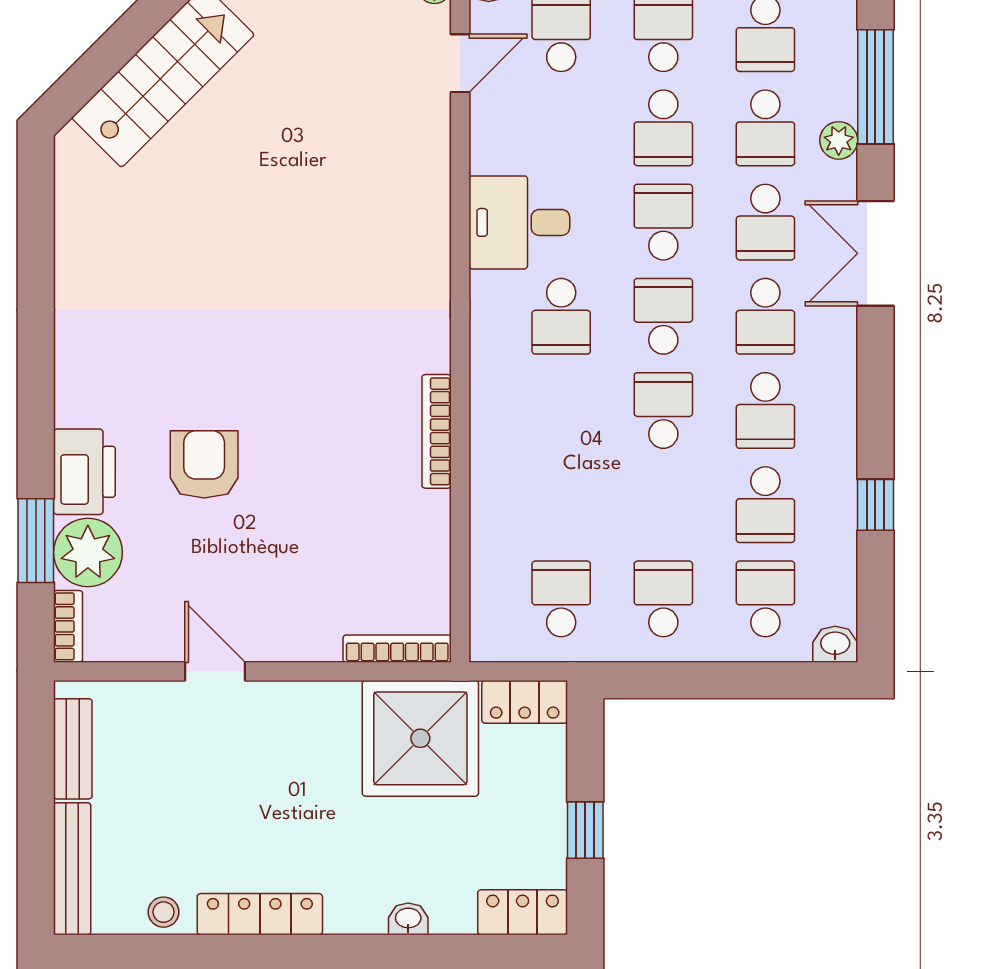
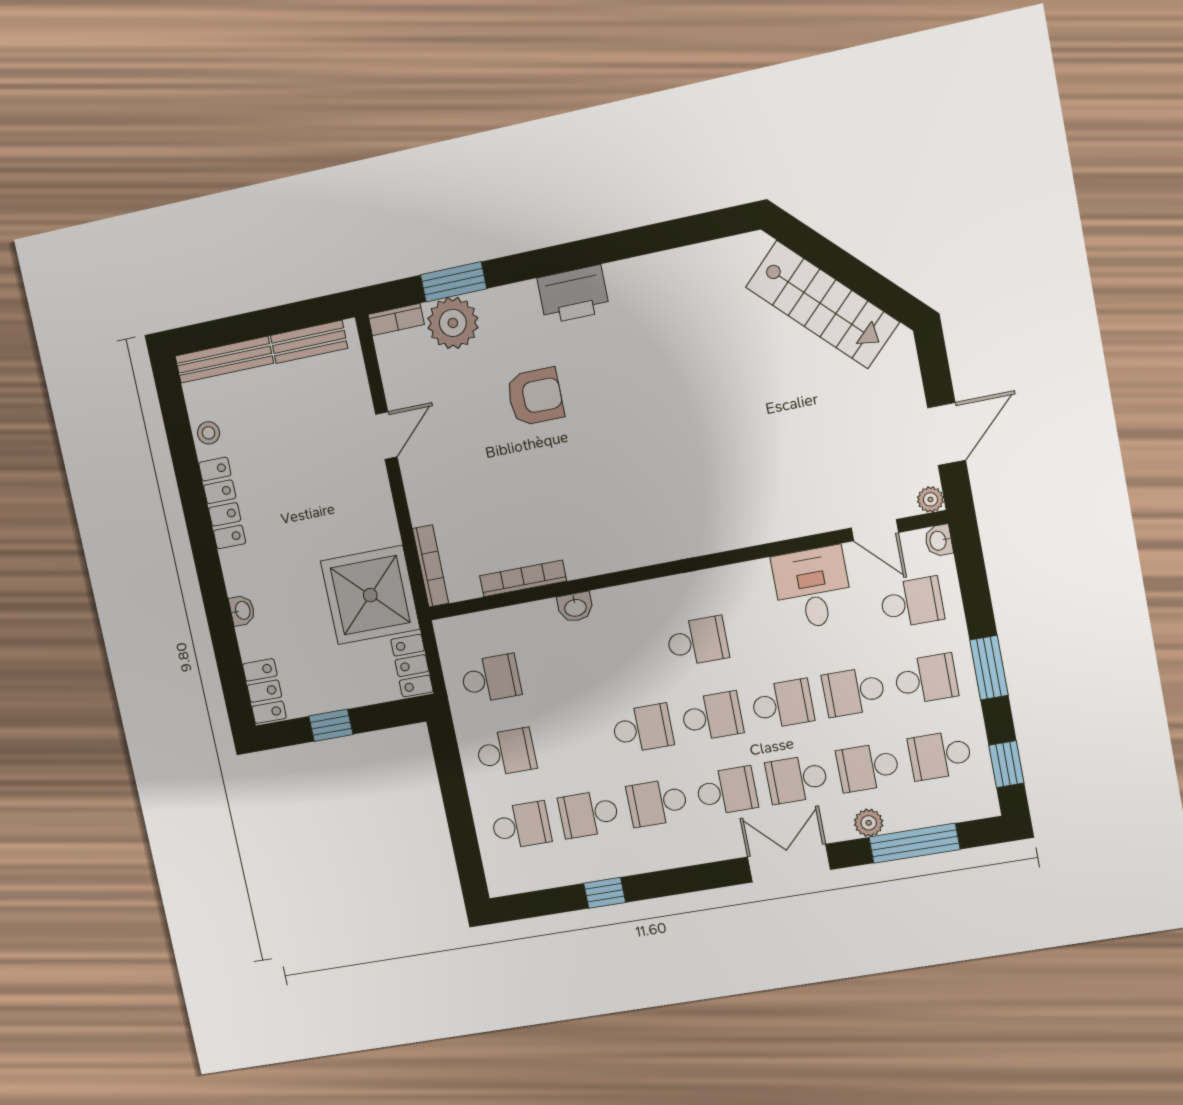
desk: (519, 222) -> (812, 588), moved
school desk: (561, 316) -> (697, 641), turned 180
school desk: (765, 316) -> (727, 791), turned 180
bookcase: (437, 431) -> (523, 578), moved
printer: (84, 472) -> (573, 294), moved
washbasin: (835, 644) -> (575, 607), moved, turned 90

